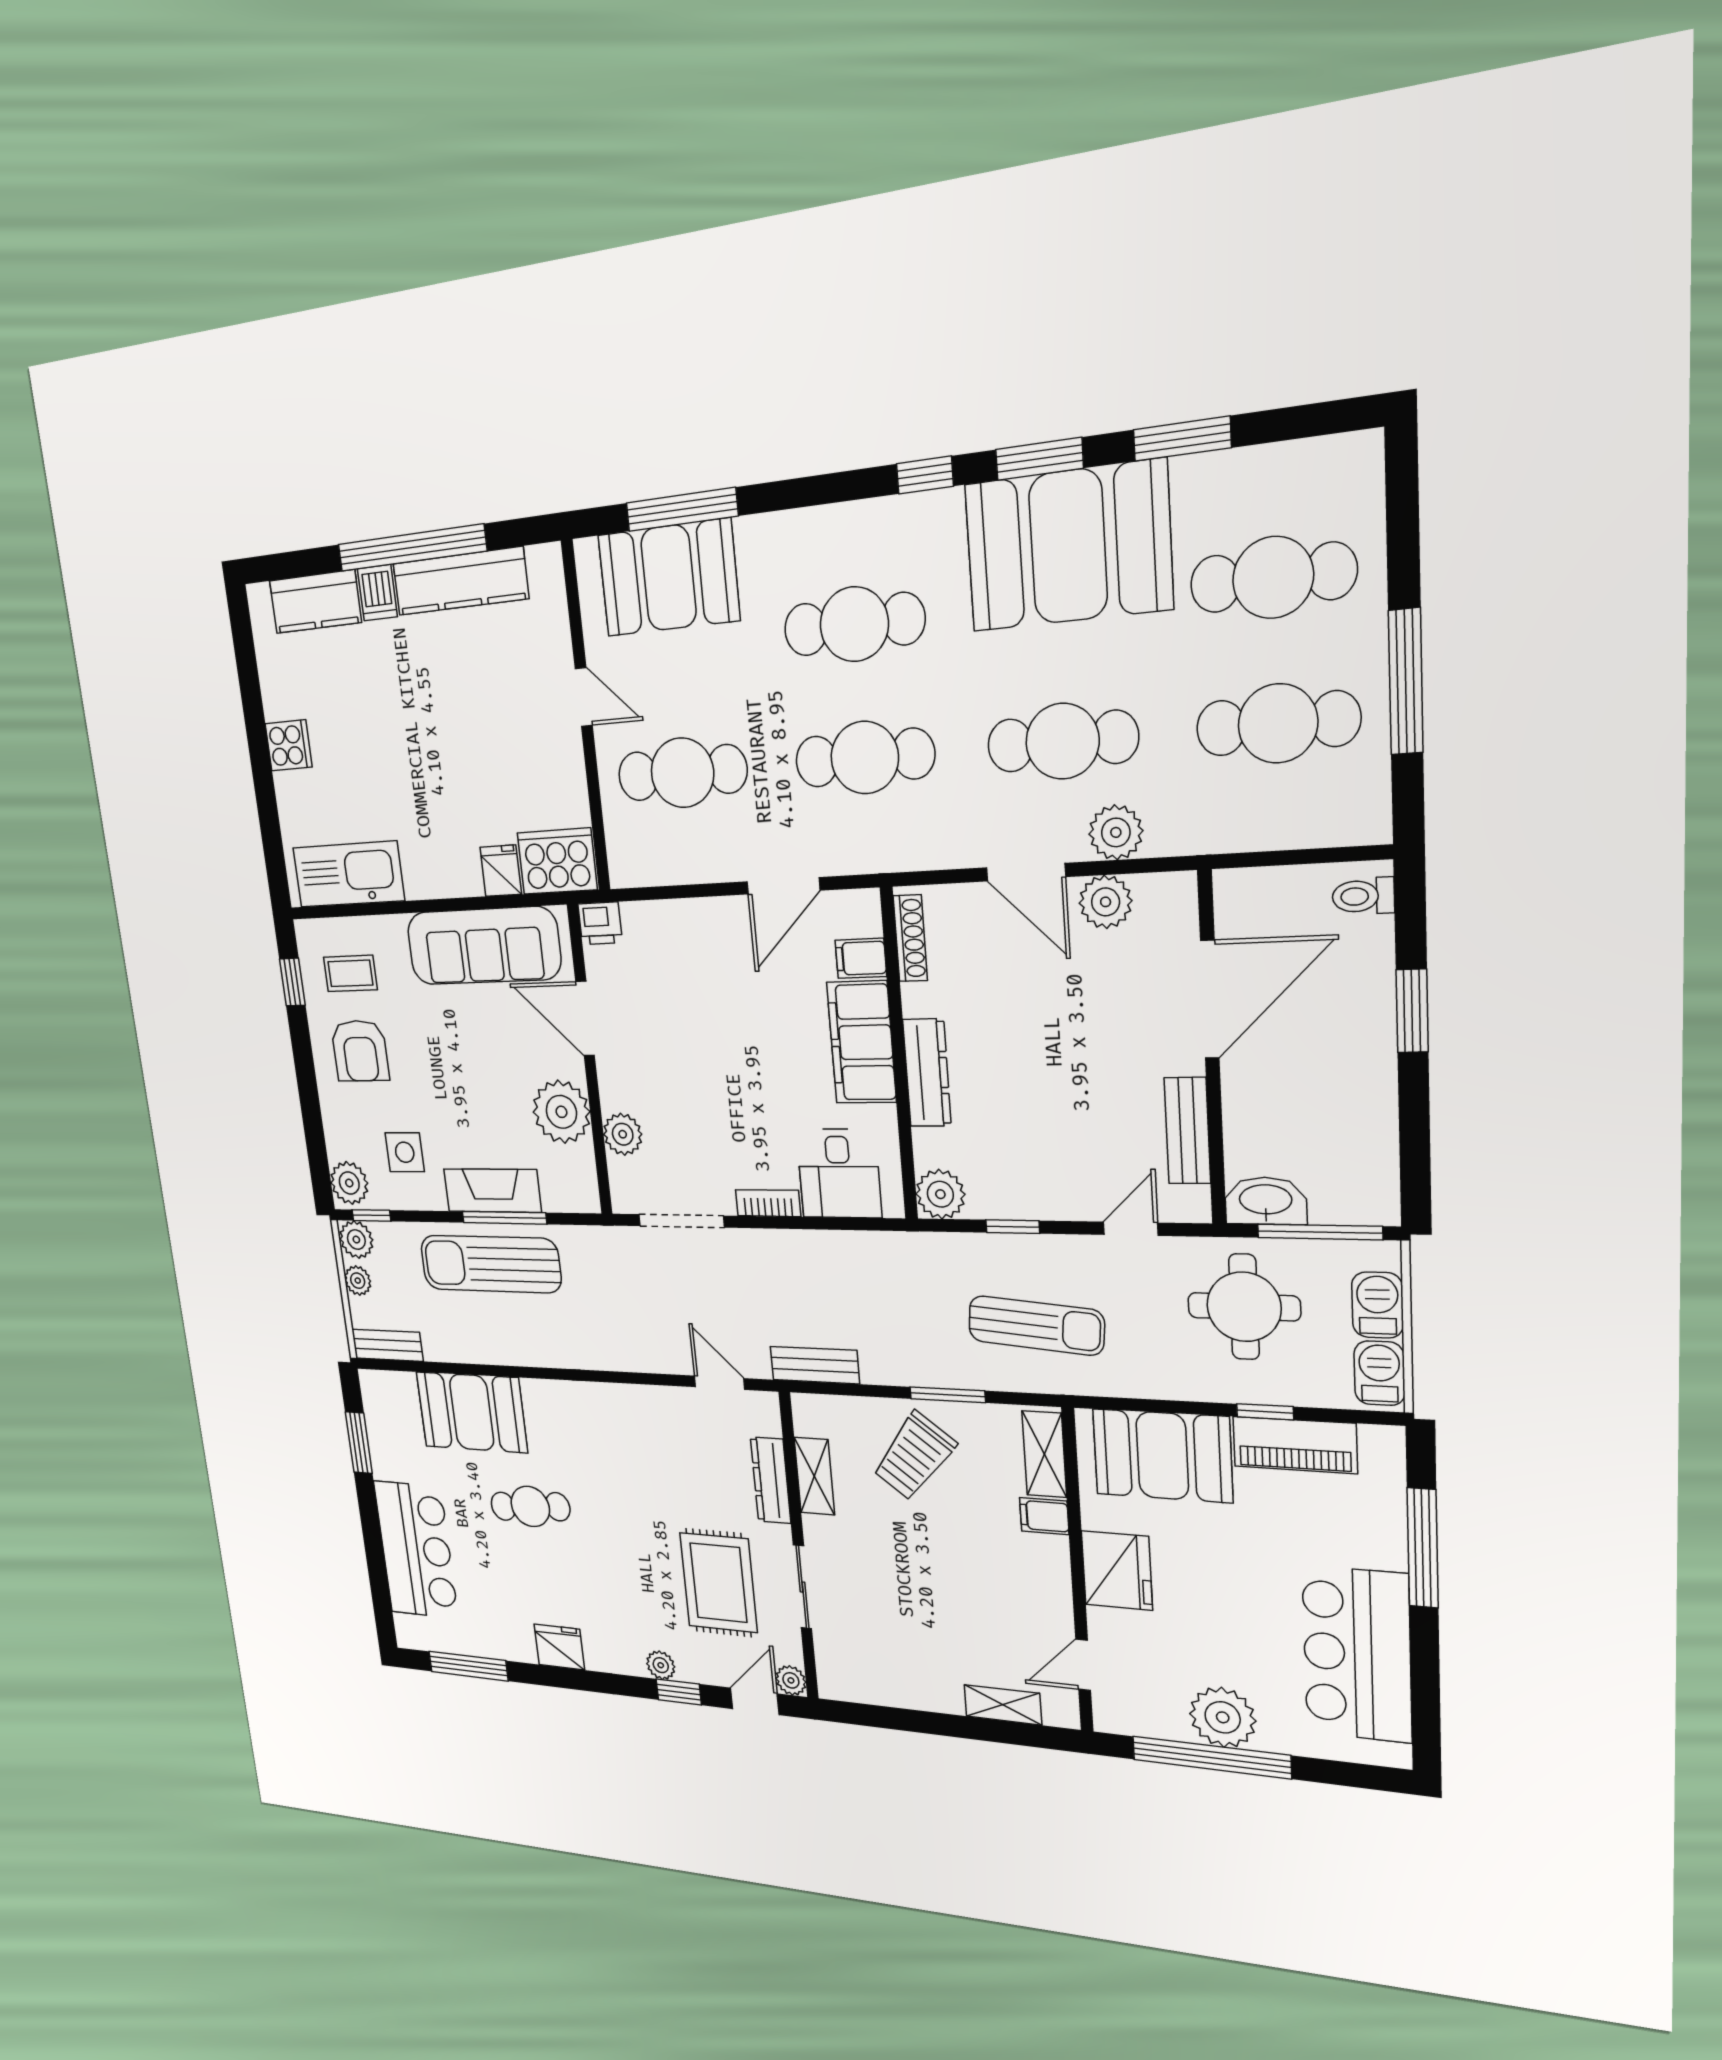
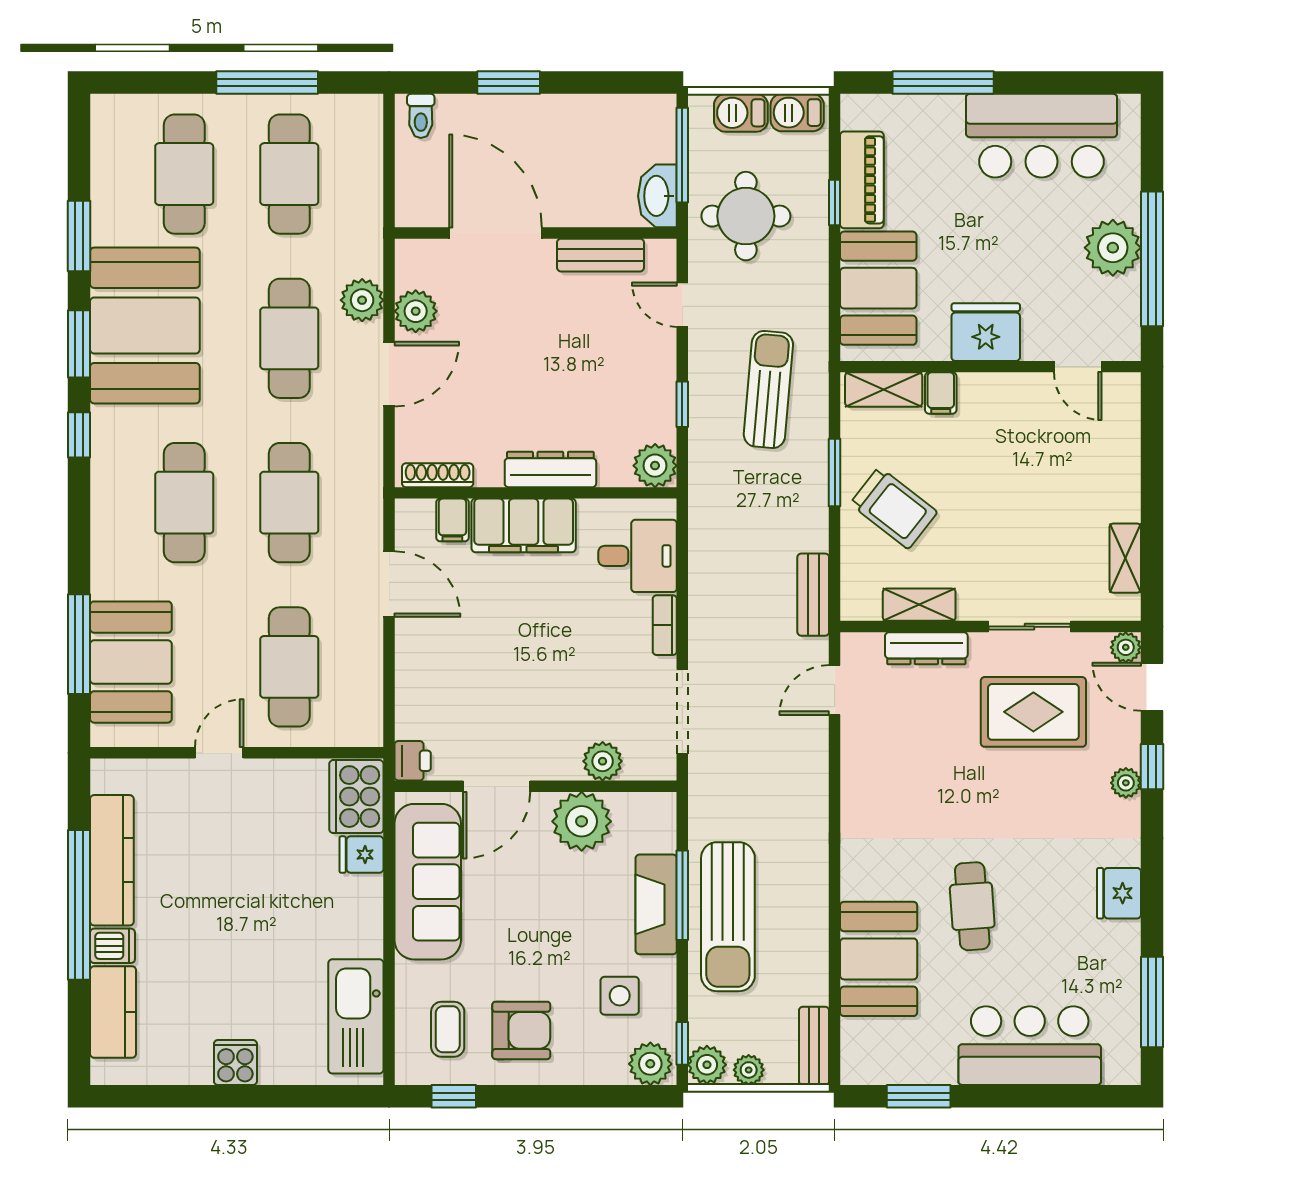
shelving: (1003, 1705) -> (1125, 558), moved

